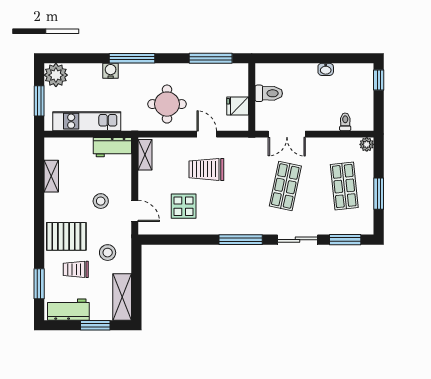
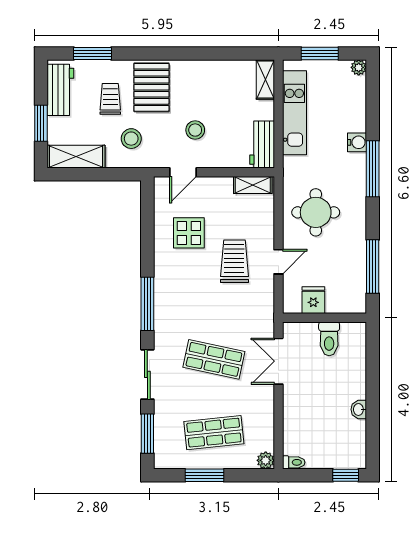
plant: (56, 75) -> (359, 67), width x0.53, depth x0.53
toilet: (345, 122) -> (294, 462), moved
shelving: (51, 176) -> (265, 80), moved, turned 90

